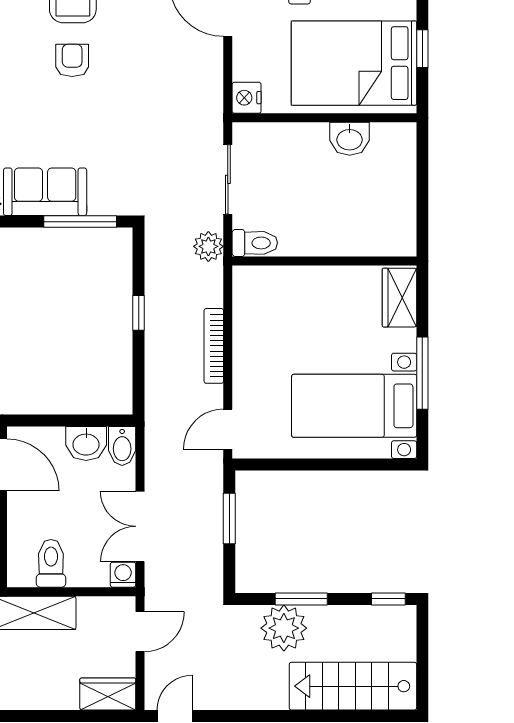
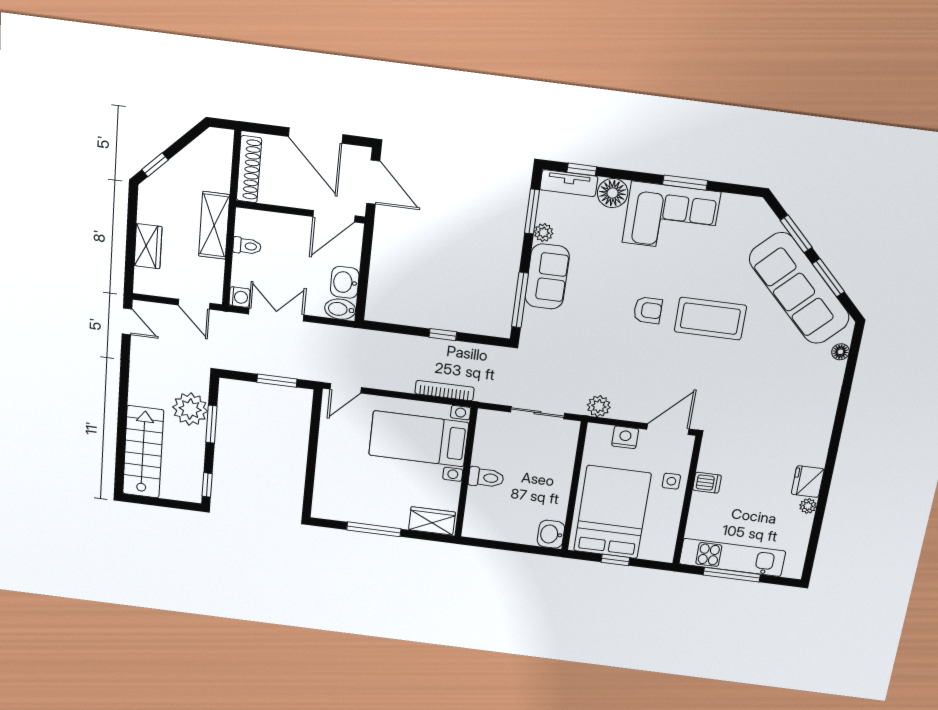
nightstand: (247, 98) -> (625, 437), moved
washbasin: (350, 139) -> (551, 534), moved
toilet: (255, 243) -> (486, 478), moved, turned -90
plant: (208, 246) -> (599, 406), moved
bookcase: (214, 346) -> (444, 391), moved
bed with nightstands: (354, 406) -> (419, 439), moved, turned -90
door: (228, 429) -> (346, 388), swing flipped
toilet: (51, 563) -> (247, 246), width x0.73, depth x0.72
wardrobe: (108, 694) -> (148, 246), moved

